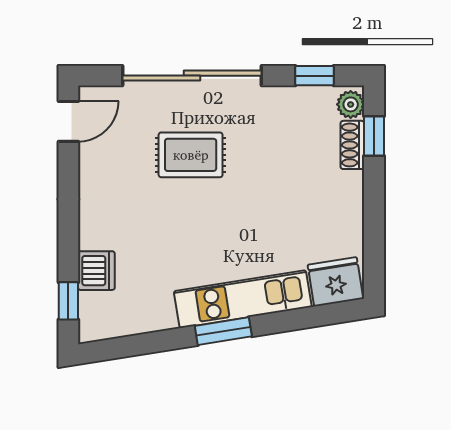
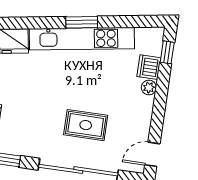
plant: (91, 236) -> (149, 88), added
kitchen unit: (243, 299) -> (82, 39), width x1.36

